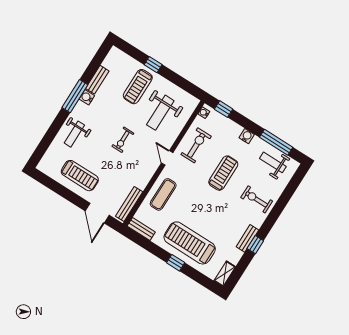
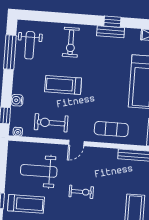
weight bench: (160, 113) -> (39, 171), turned 180
water cooler: (247, 136) -> (17, 100), moved

